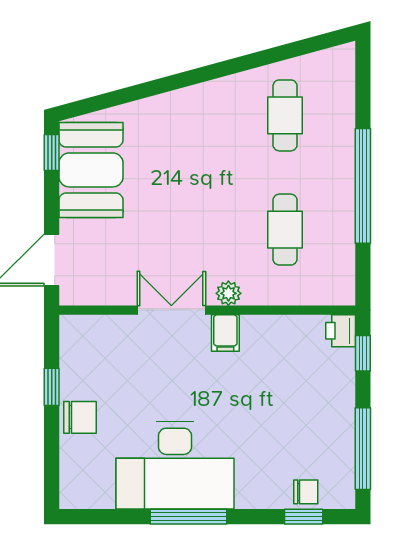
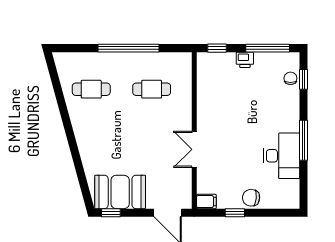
plant: (228, 293) -> (185, 119), removed
printer: (341, 331) -> (245, 60), moved
filing cabinet: (225, 333) -> (206, 202), moved
chair: (80, 417) -> (251, 198), turned -84
desk: (175, 465) -> (282, 156), width x0.73, depth x0.77

